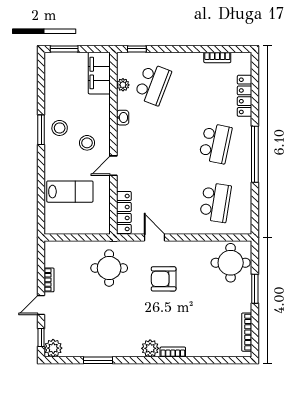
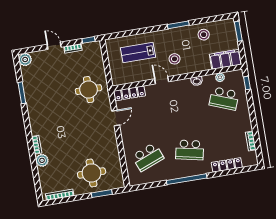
stool: (60, 128) -> (204, 35), moved
lab bench: (70, 192) -> (138, 53), turned 90
school desk: (215, 202) -> (148, 157), turned -30
round table: (231, 263) -> (92, 173), moved
armchair: (164, 279) -> (87, 129), removed
window: (255, 289) -> (102, 194), moved
window: (41, 337) -> (89, 40), moved
plant: (150, 348) -> (42, 160), moved

